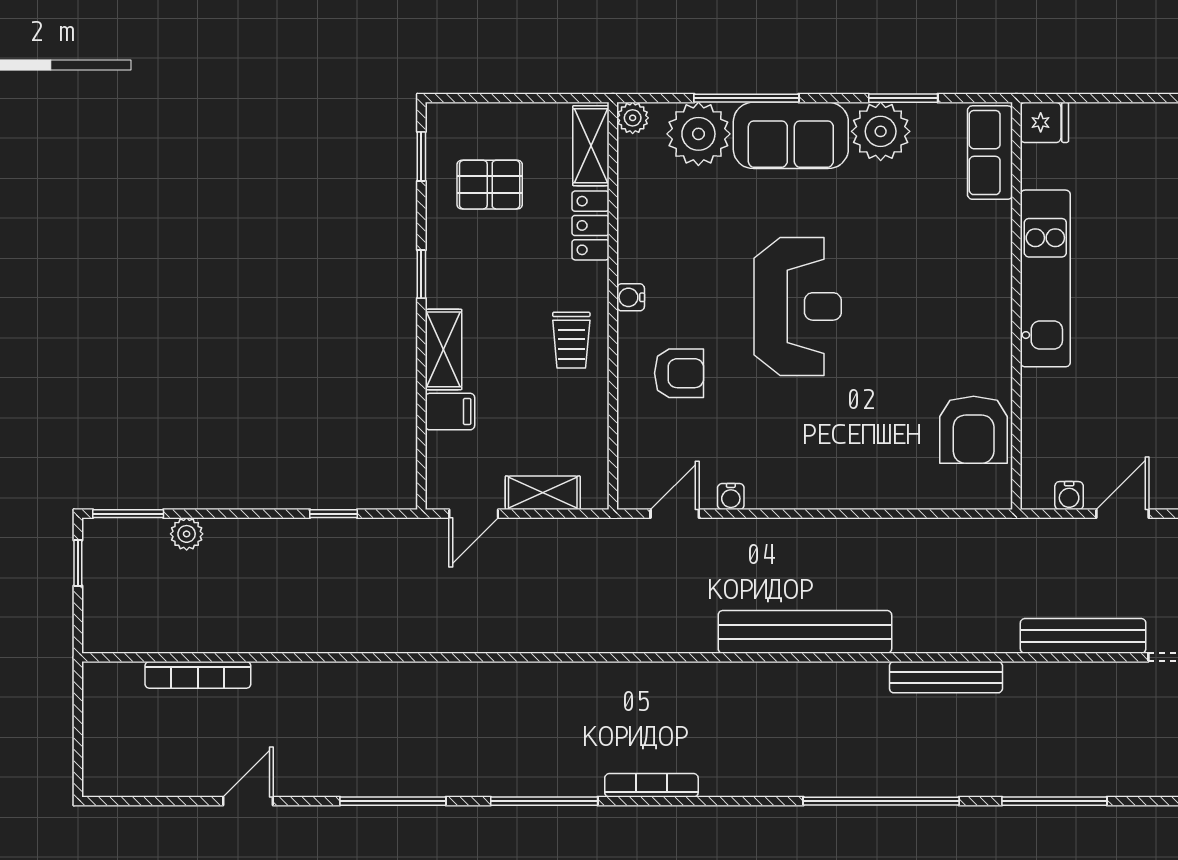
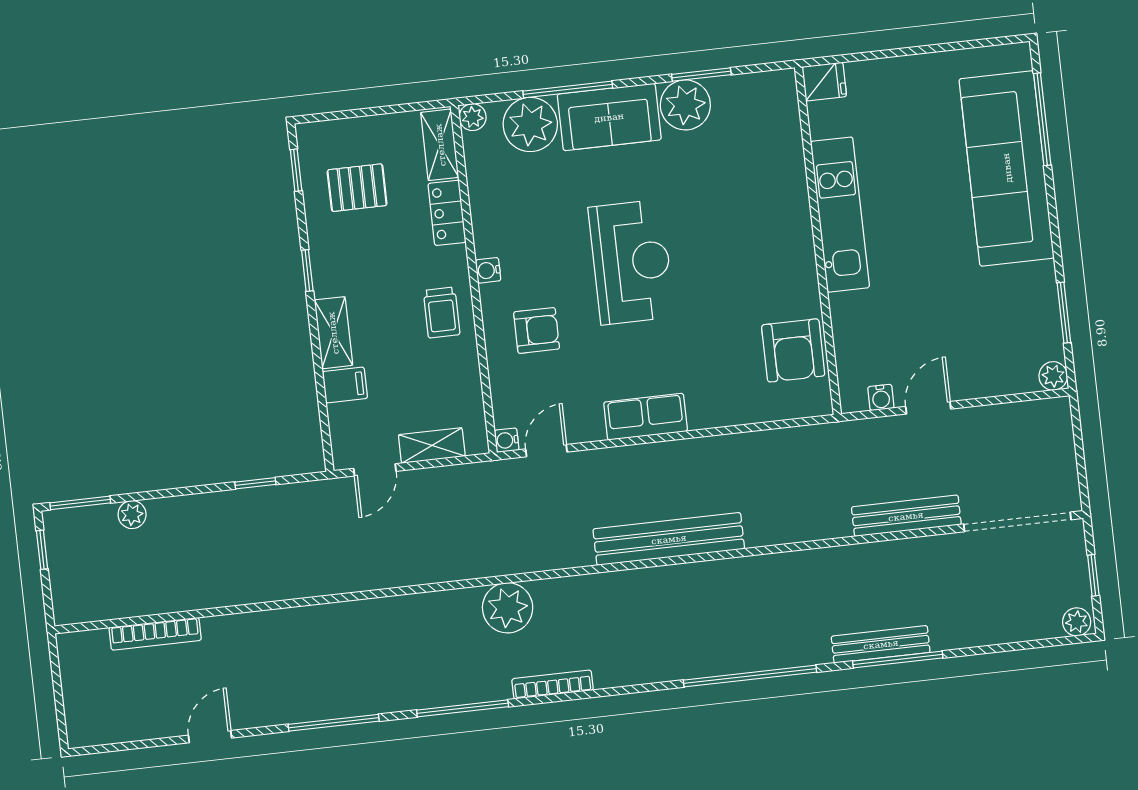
row of seats: (990, 153) -> (646, 417), moved, turned 90
water cooler: (731, 496) -> (507, 440), moved, turned 90
bench: (946, 677) -> (881, 644), moved
plant: (609, 691) -> (508, 608), added

